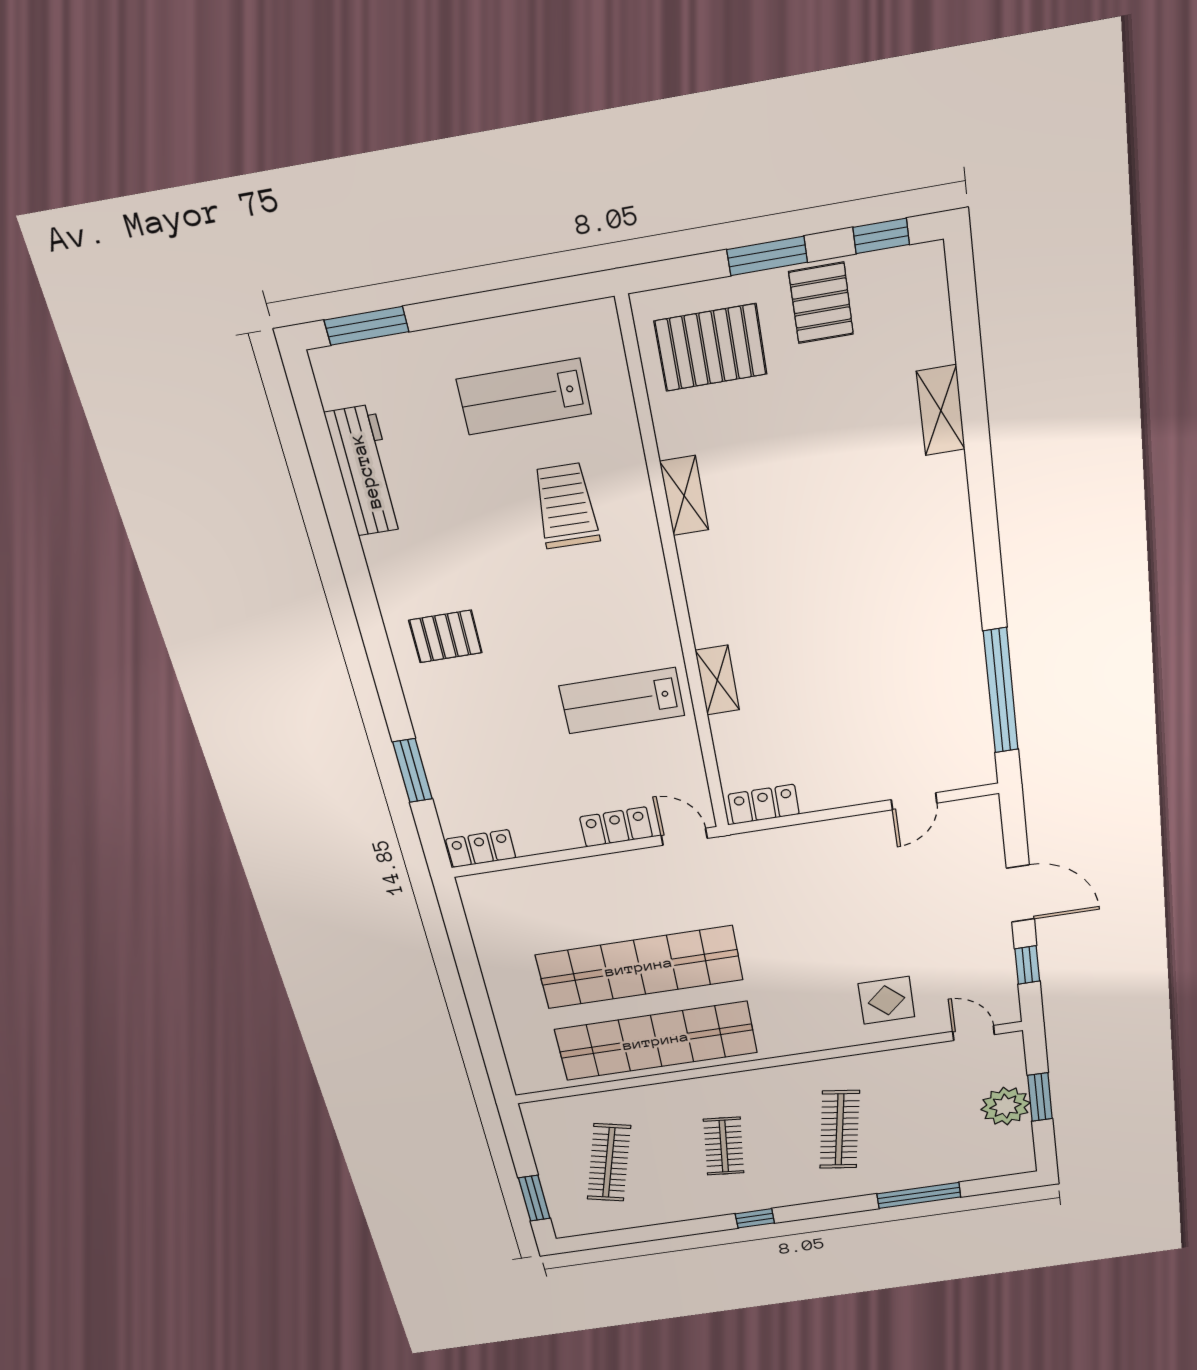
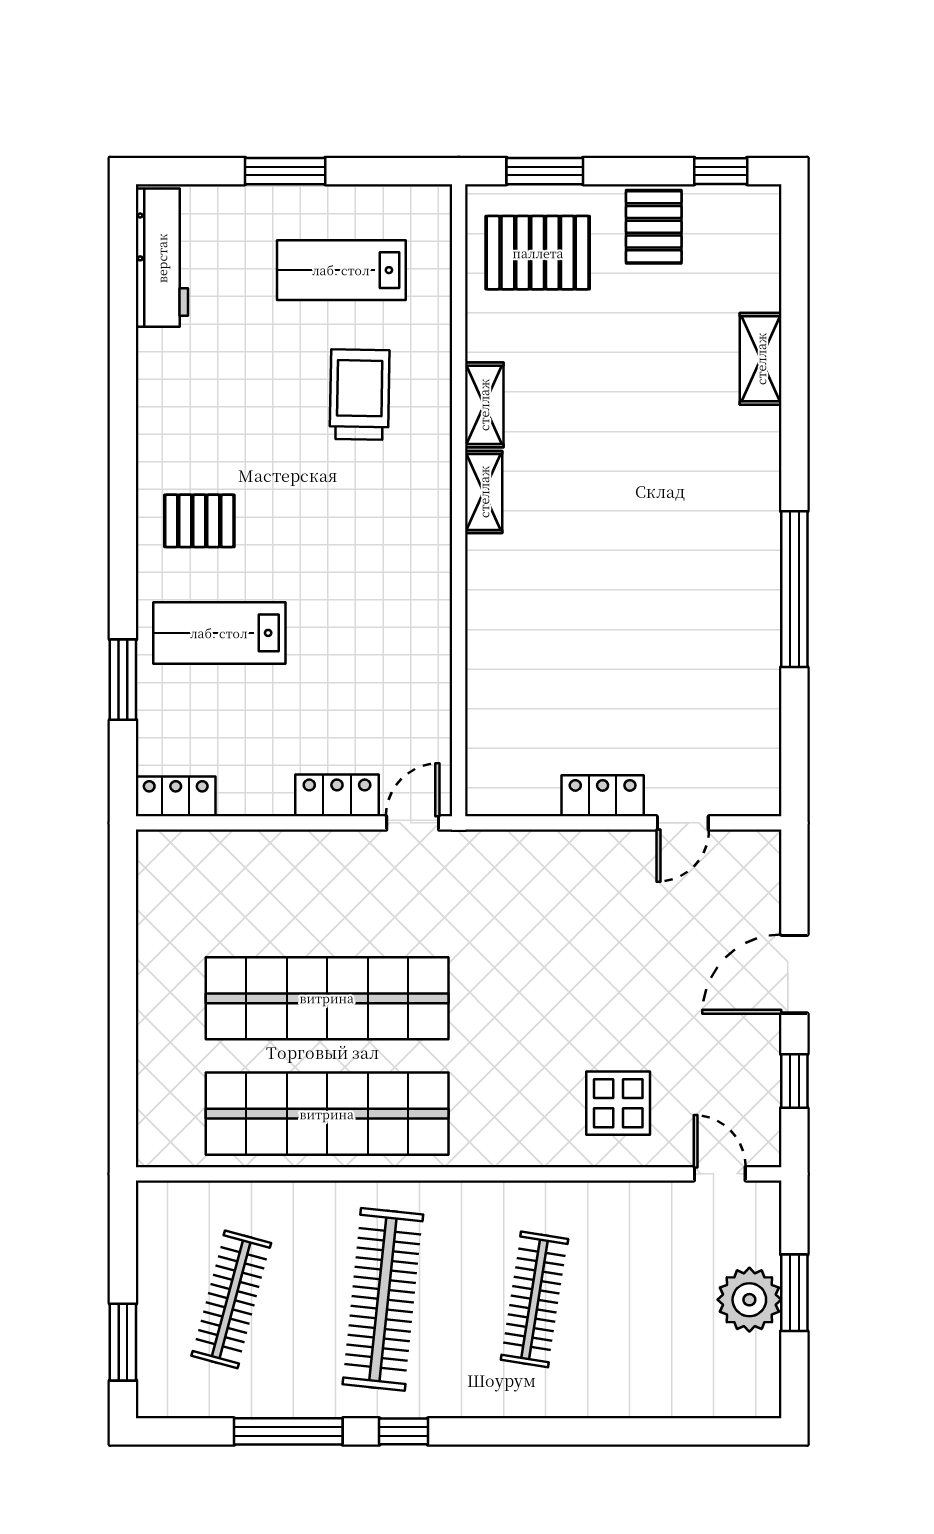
window: (767, 256) -> (545, 171), moved
window: (366, 326) -> (285, 171), moved
workbench: (365, 471) -> (162, 258), moved
shelving: (717, 680) -> (484, 492), moved
window: (1001, 691) -> (794, 589), moved
lab bench: (622, 701) -> (219, 633), moved
locker: (764, 804) -> (603, 796), moved
door: (684, 837) -> (413, 823), hinge flipped
door: (1020, 894) -> (794, 974), swing flipped
clothes rail: (724, 1146) -> (383, 1299), width x1.86, depth x1.31
window: (919, 1195) -> (288, 1431), moved

